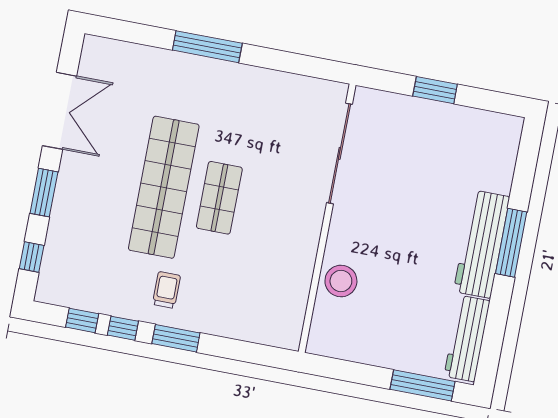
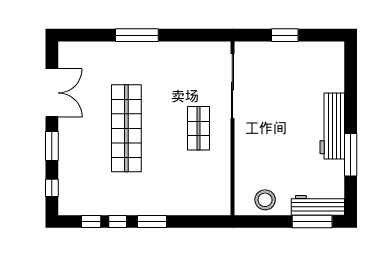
shop shelf: (219, 198) -> (199, 128), moved
window: (511, 243) -> (351, 155), moved
stool: (341, 281) -> (265, 200), moved
trolley: (166, 290) -> (140, 192), removed
workbench: (467, 339) -> (318, 205), moved, turned 90

